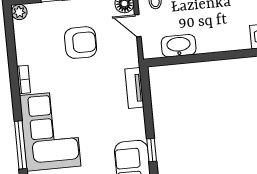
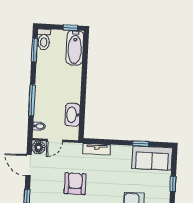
armchair: (81, 43) -> (75, 184), moved

